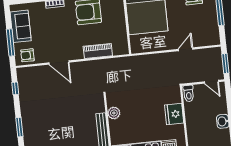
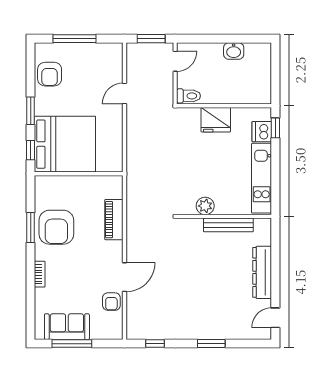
window: (10, 43) -> (72, 344), moved
door: (186, 49) -> (125, 93), hinge flipped
armchair: (27, 55) -> (111, 302), moved

